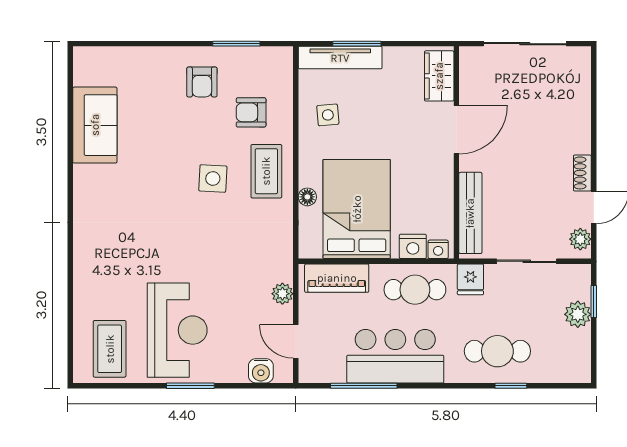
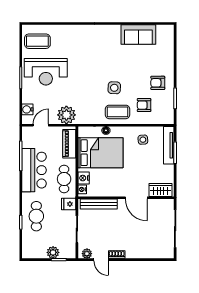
armchair: (251, 112) -> (144, 105), turned -90
plant: (282, 294) -> (66, 115), width x1.87, depth x1.87

